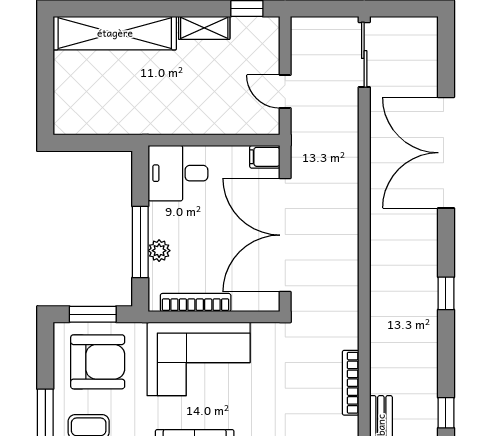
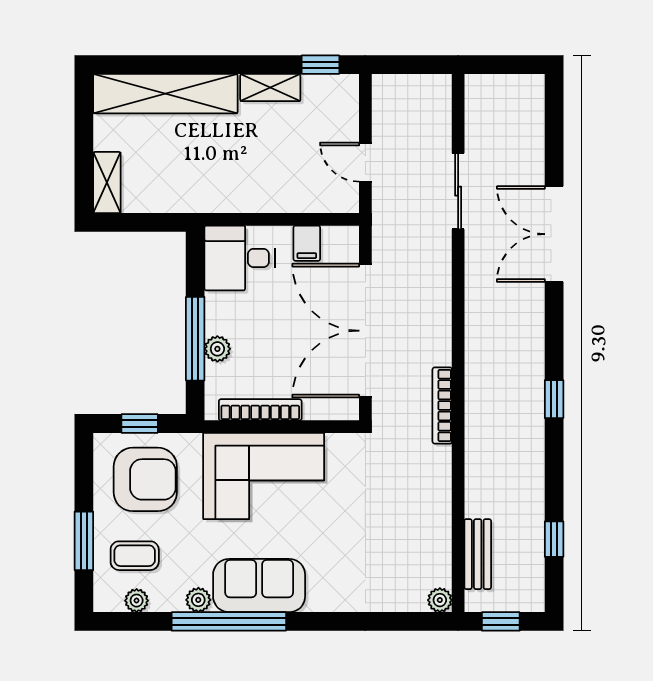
sliding door: (364, 55) -> (458, 191), moved
shelving: (65, 109) -> (107, 183), added
double door: (446, 153) -> (554, 234), width x0.73
filing cabinet: (265, 157) -> (307, 243), moved, turned -90
window: (93, 314) -> (140, 423), width x0.67
bookcase: (351, 383) -> (442, 405), moved

